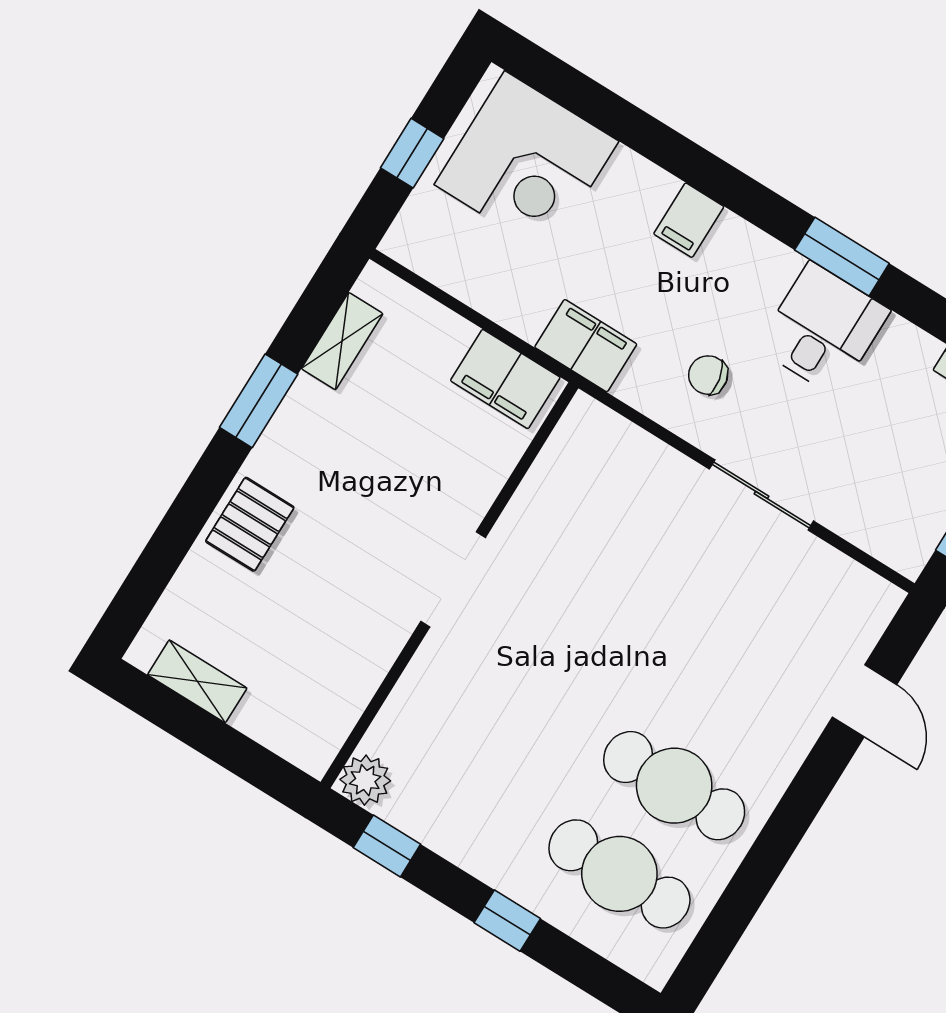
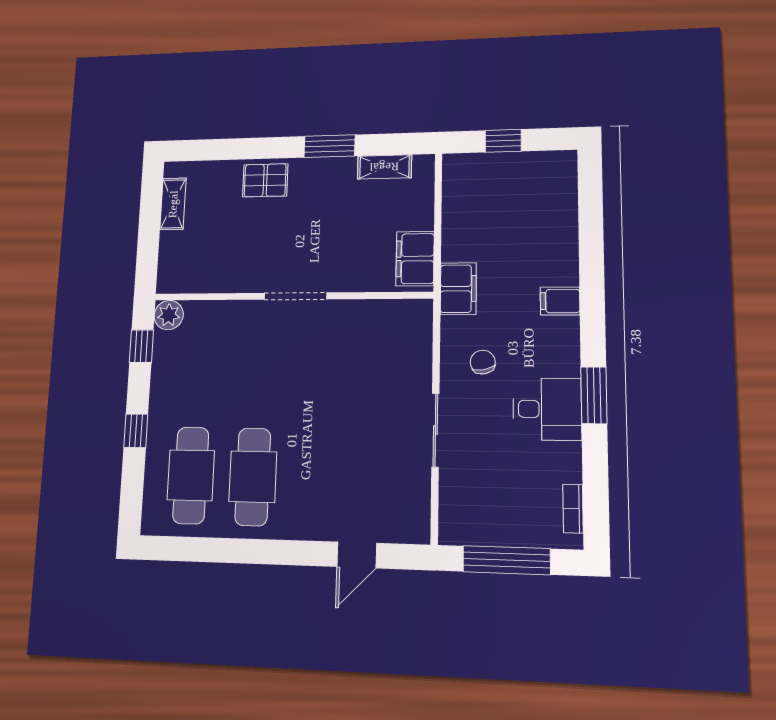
corner desk: (526, 163) -> (536, 200), removed

